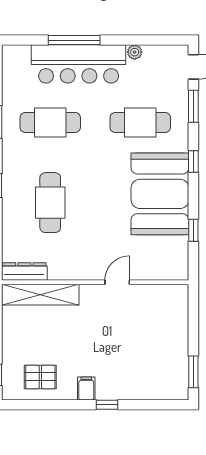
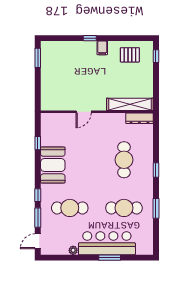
window: (74, 40) -> (110, 258), width x0.69
window: (193, 162) -> (38, 195), moved
booth: (160, 194) -> (53, 165), width x0.73, depth x0.70

